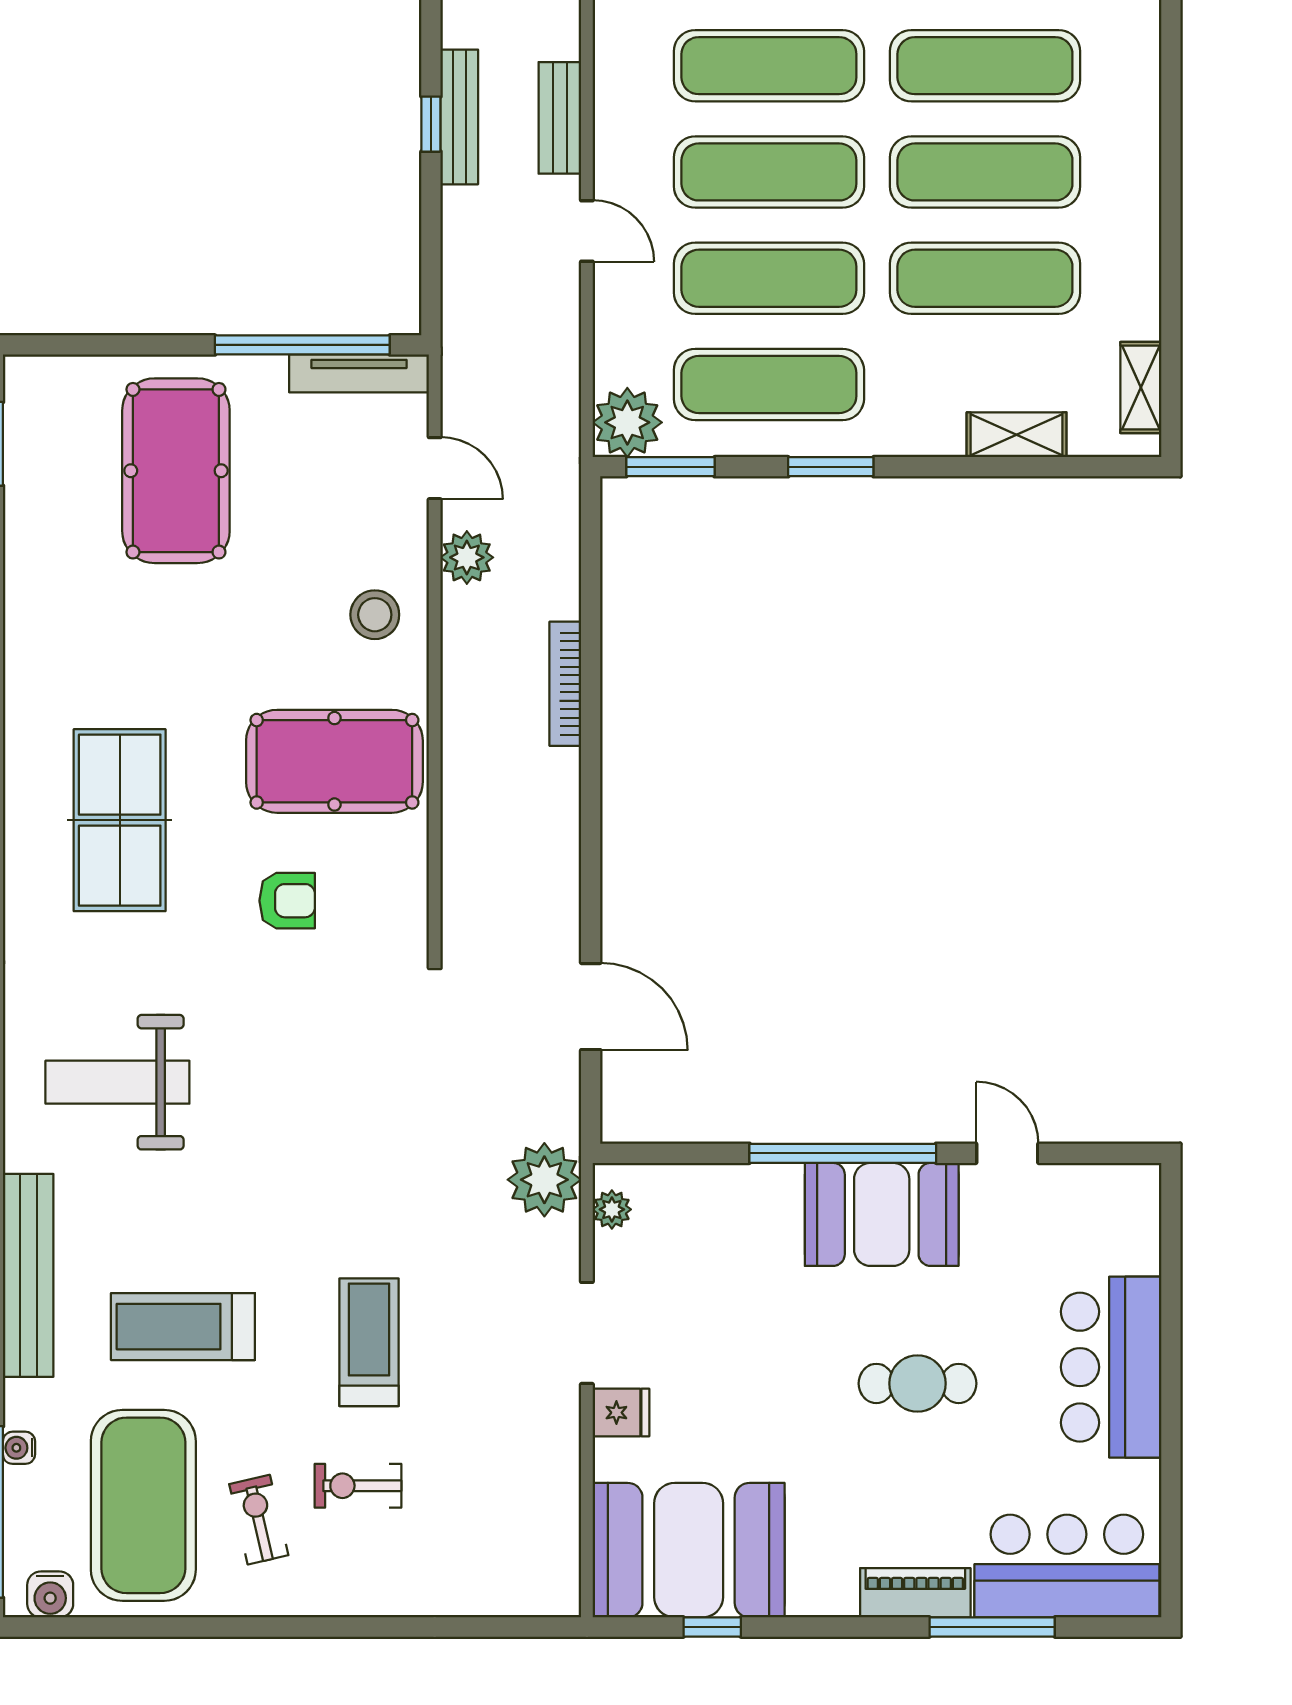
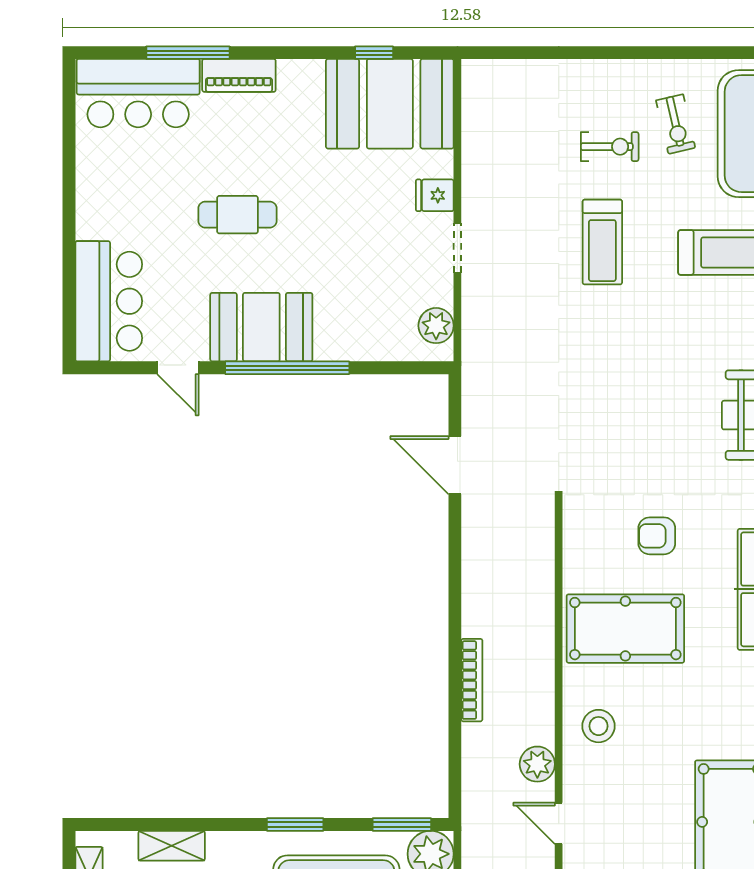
plant: (544, 1180) -> (486, 350), removed
plant: (612, 1209) -> (436, 326), width x1.38, depth x1.38
doorway: (587, 1333) -> (457, 248), width x0.73
bar counter: (1111, 1367) -> (109, 301), moved

